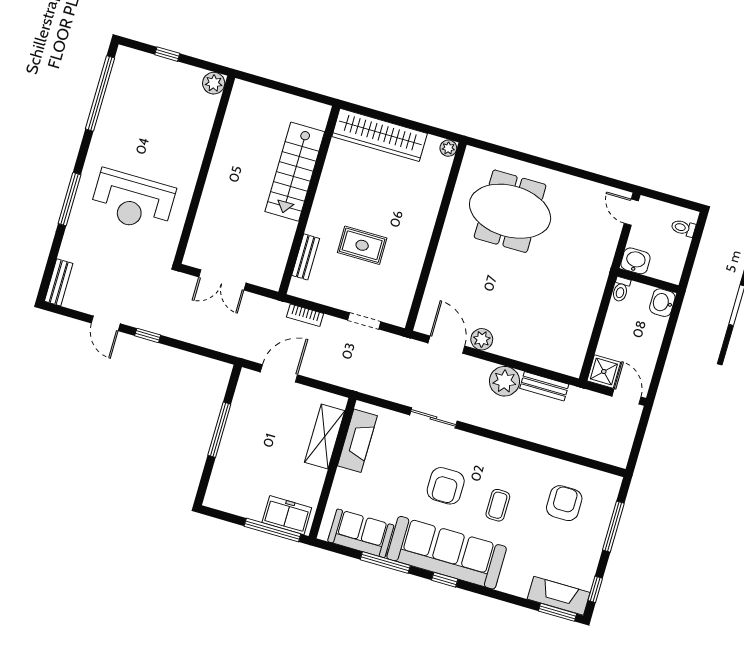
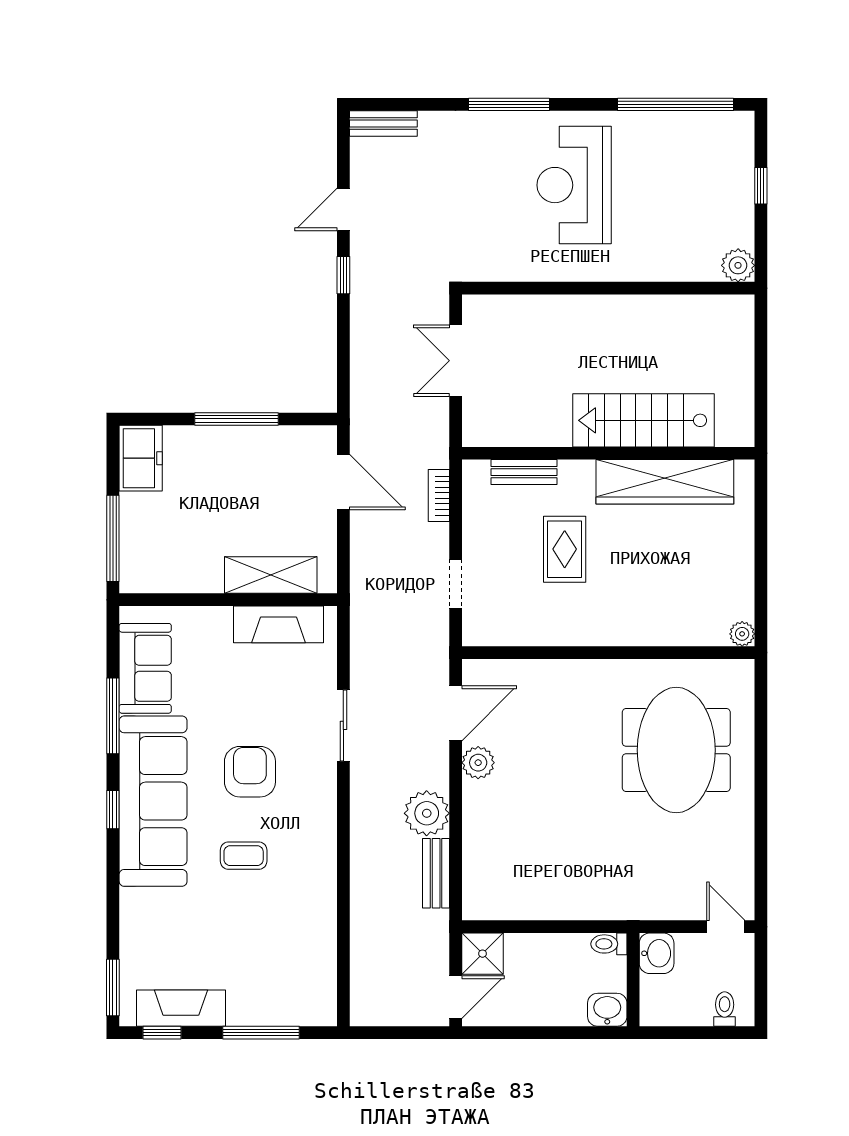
wardrobe: (380, 135) -> (665, 482), moved, turned -90
reception desk: (133, 201) -> (574, 185), moved
door: (631, 212) -> (726, 927), hinge flipped
armchair: (446, 486) -> (250, 772), turned 90
armchair: (564, 503) -> (275, 951), removed
freezer: (287, 515) -> (141, 458), moved
fireplace: (559, 596) -> (181, 1008), moved, turned -90

